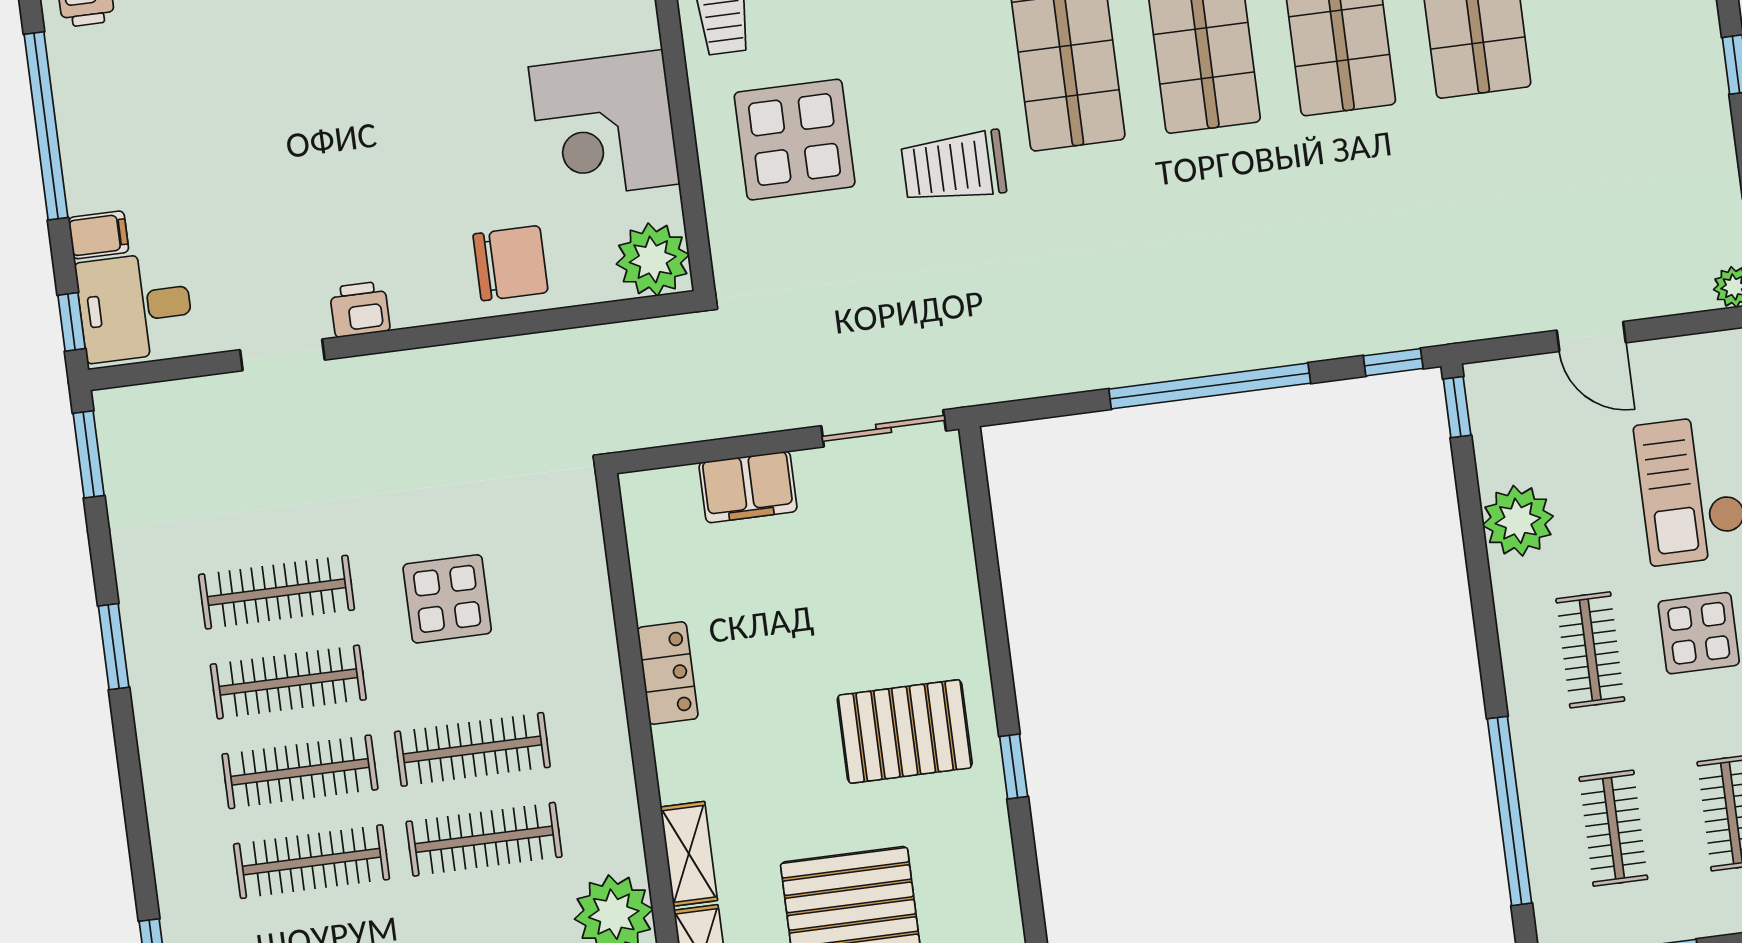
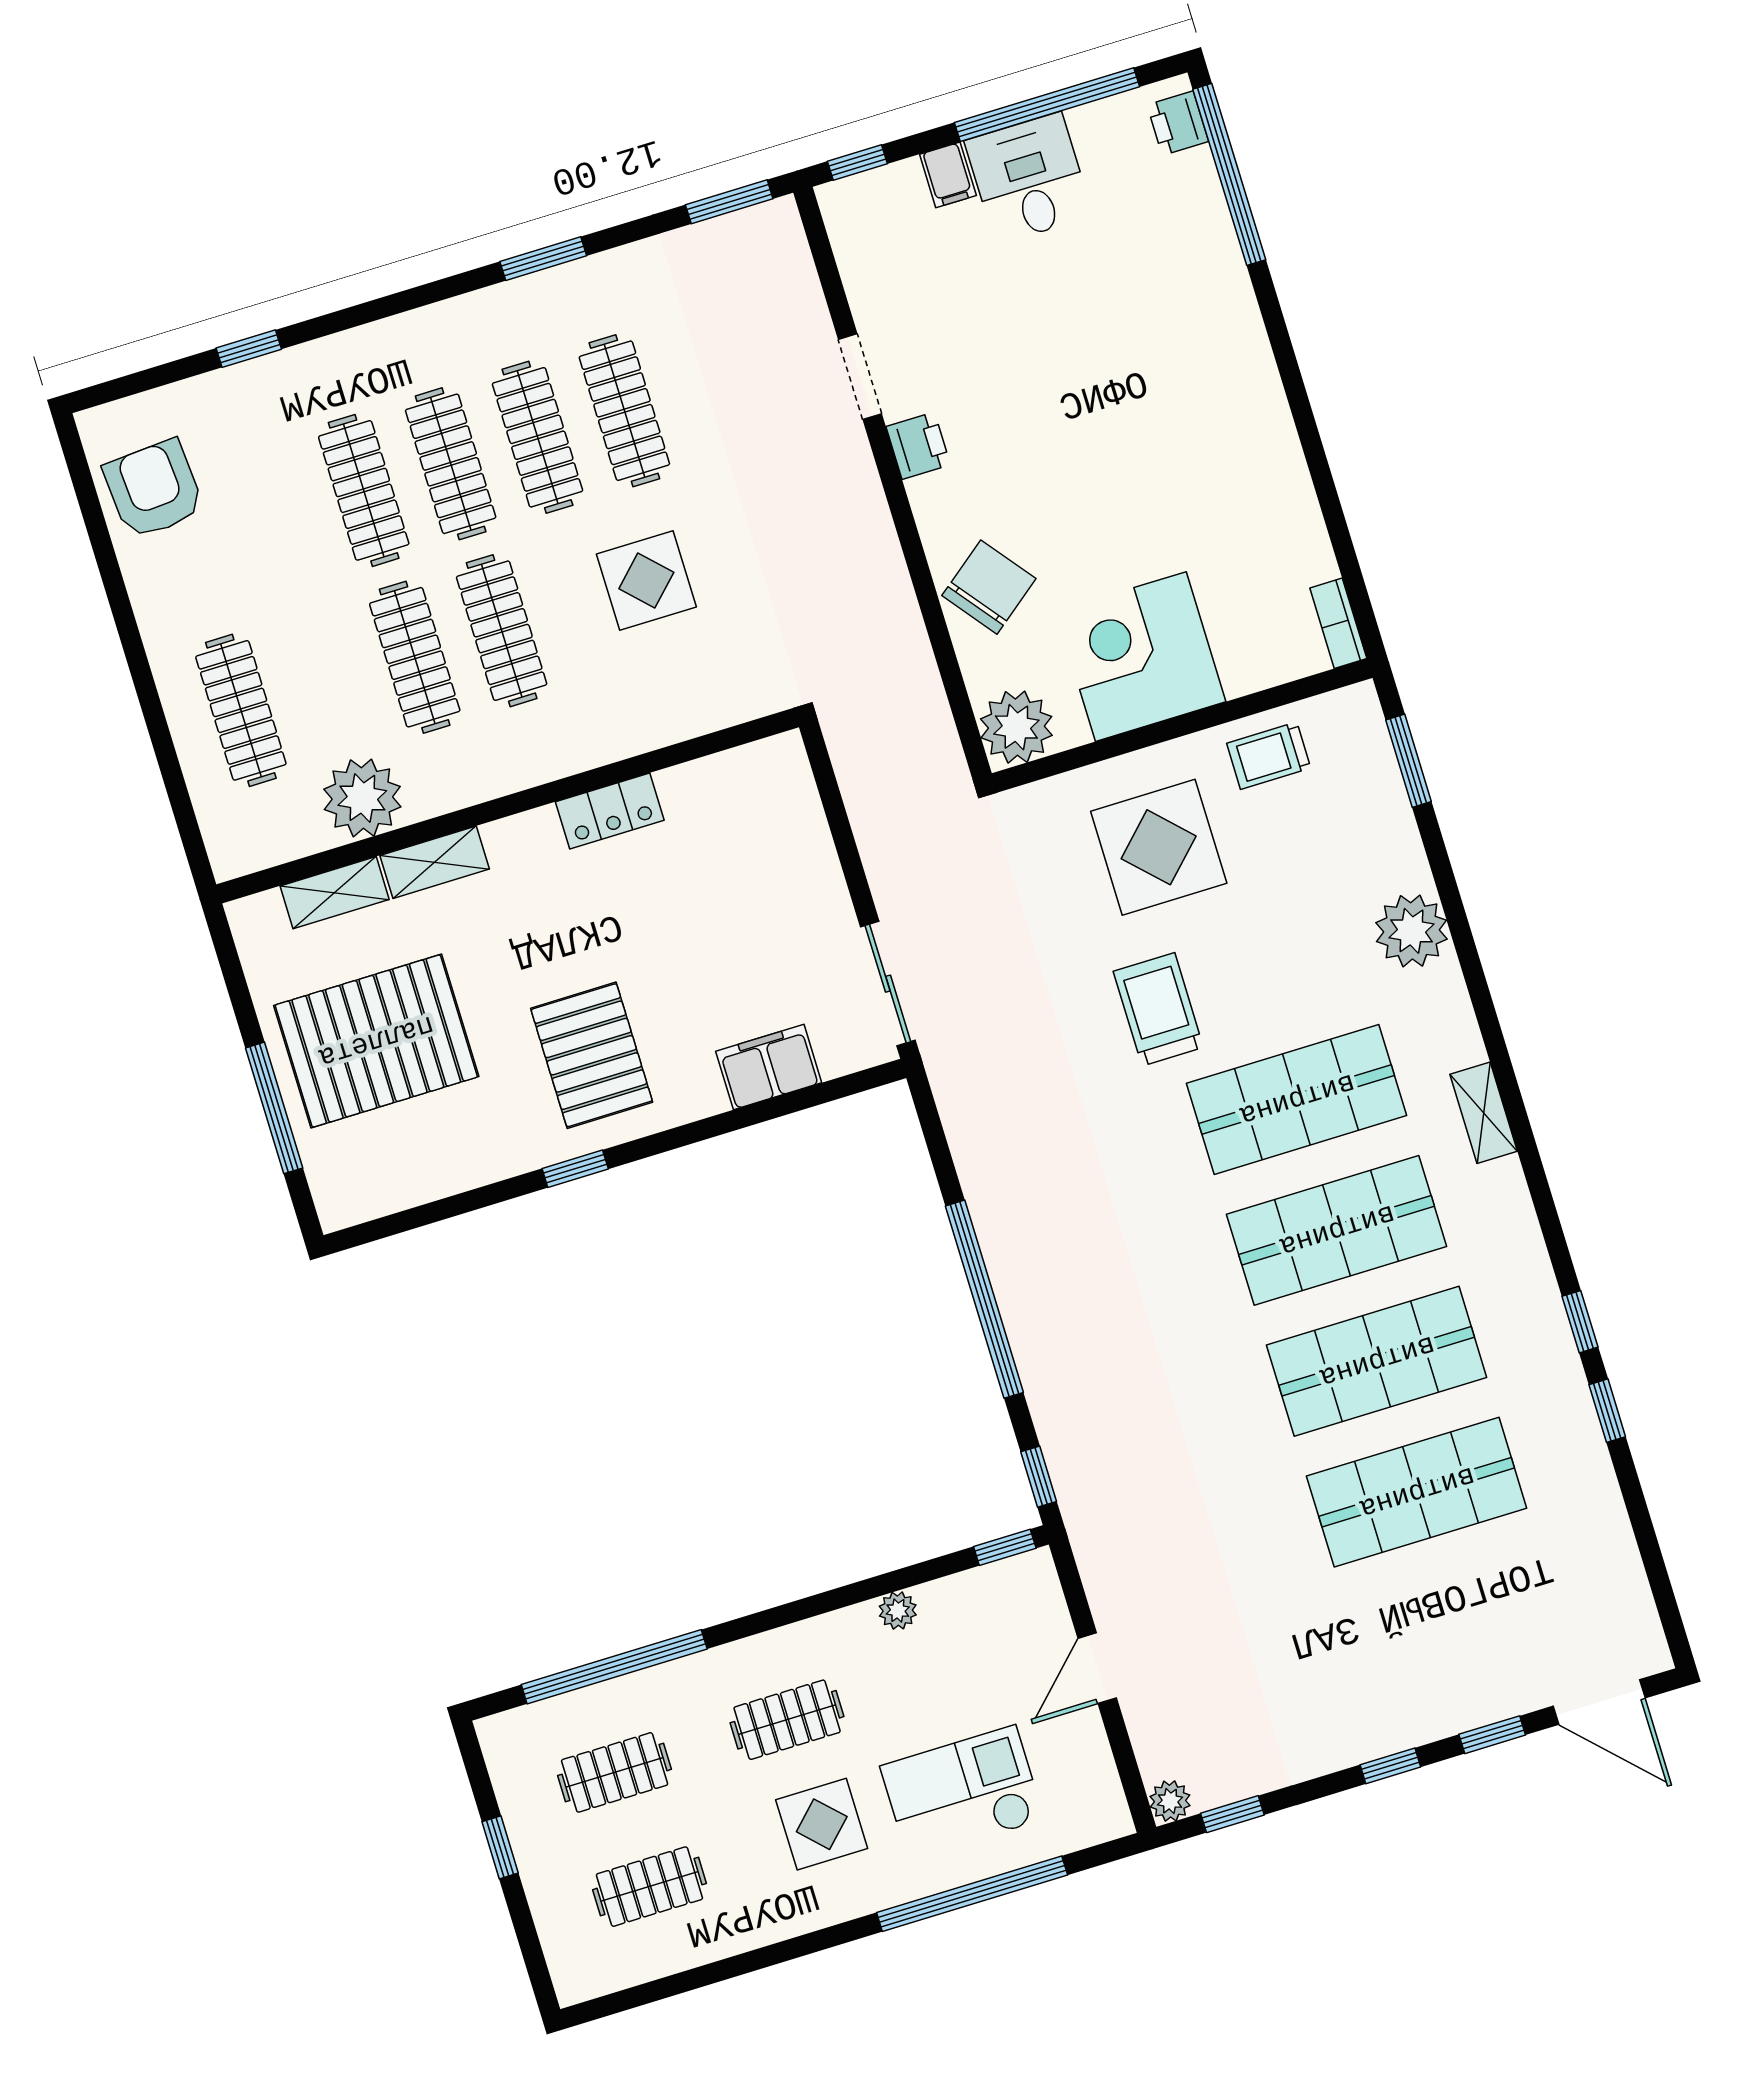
chair: (511, 263) -> (989, 587), turned -128
desk: (135, 307) -> (1029, 178), moved
filing cabinet: (748, 487) -> (769, 1067), moved, turned 90
plant: (1518, 521) -> (898, 1611), width x0.53, depth x0.53

